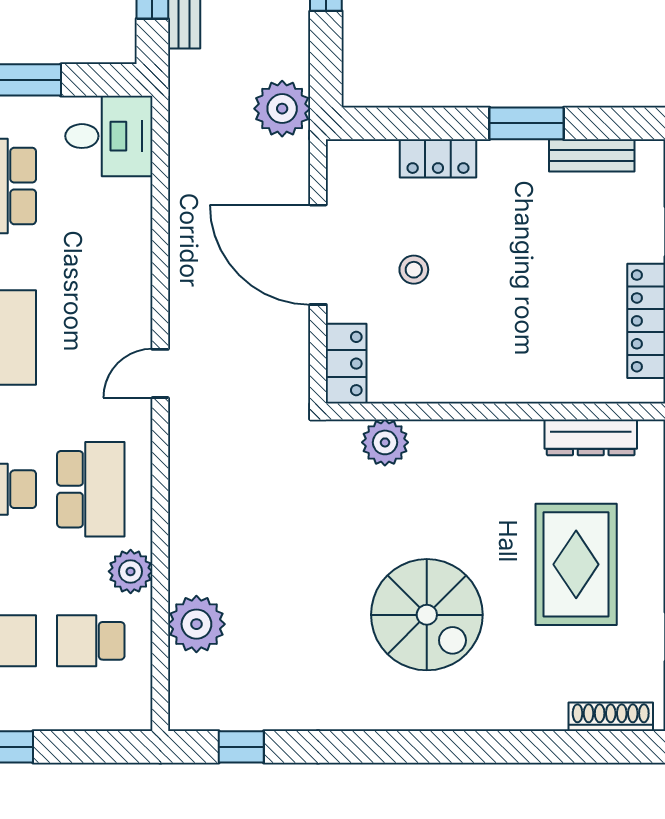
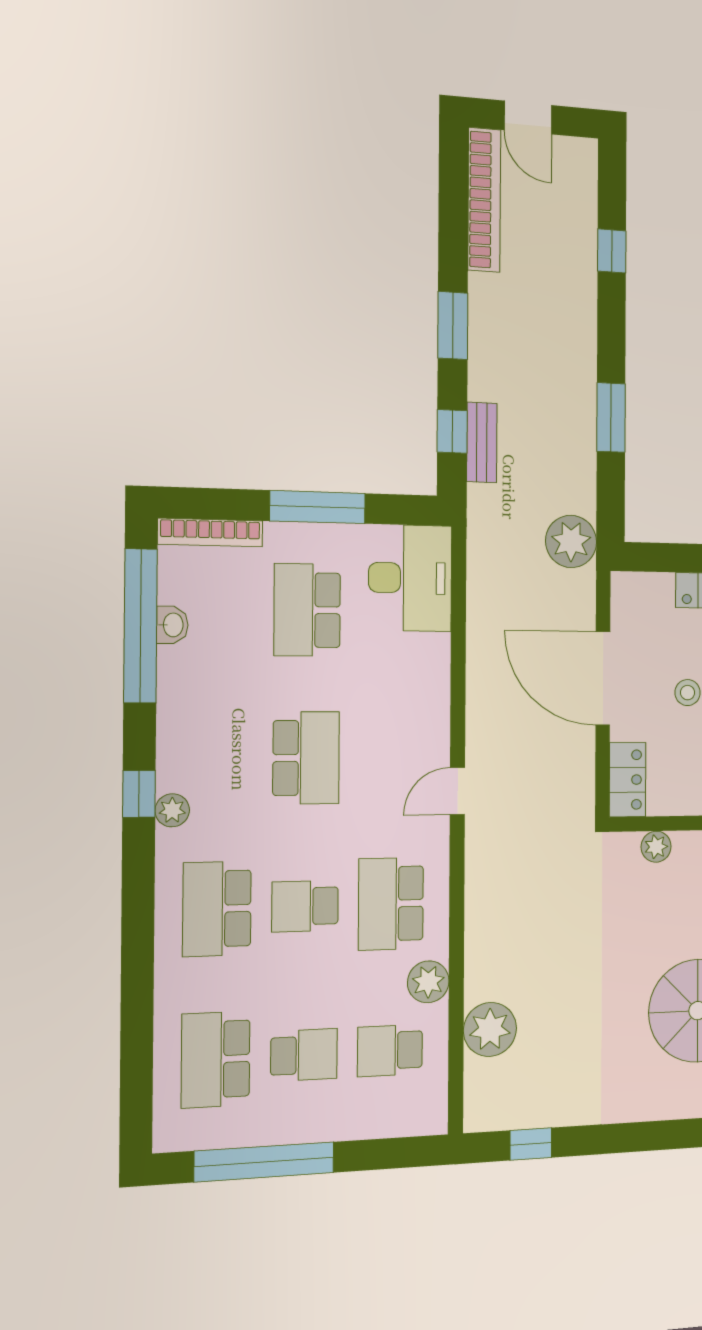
desk: (109, 136) -> (410, 578), width x1.37
plant: (385, 442) -> (656, 847), width x0.73, depth x0.73
school desk: (91, 489) -> (391, 904), turned 180

